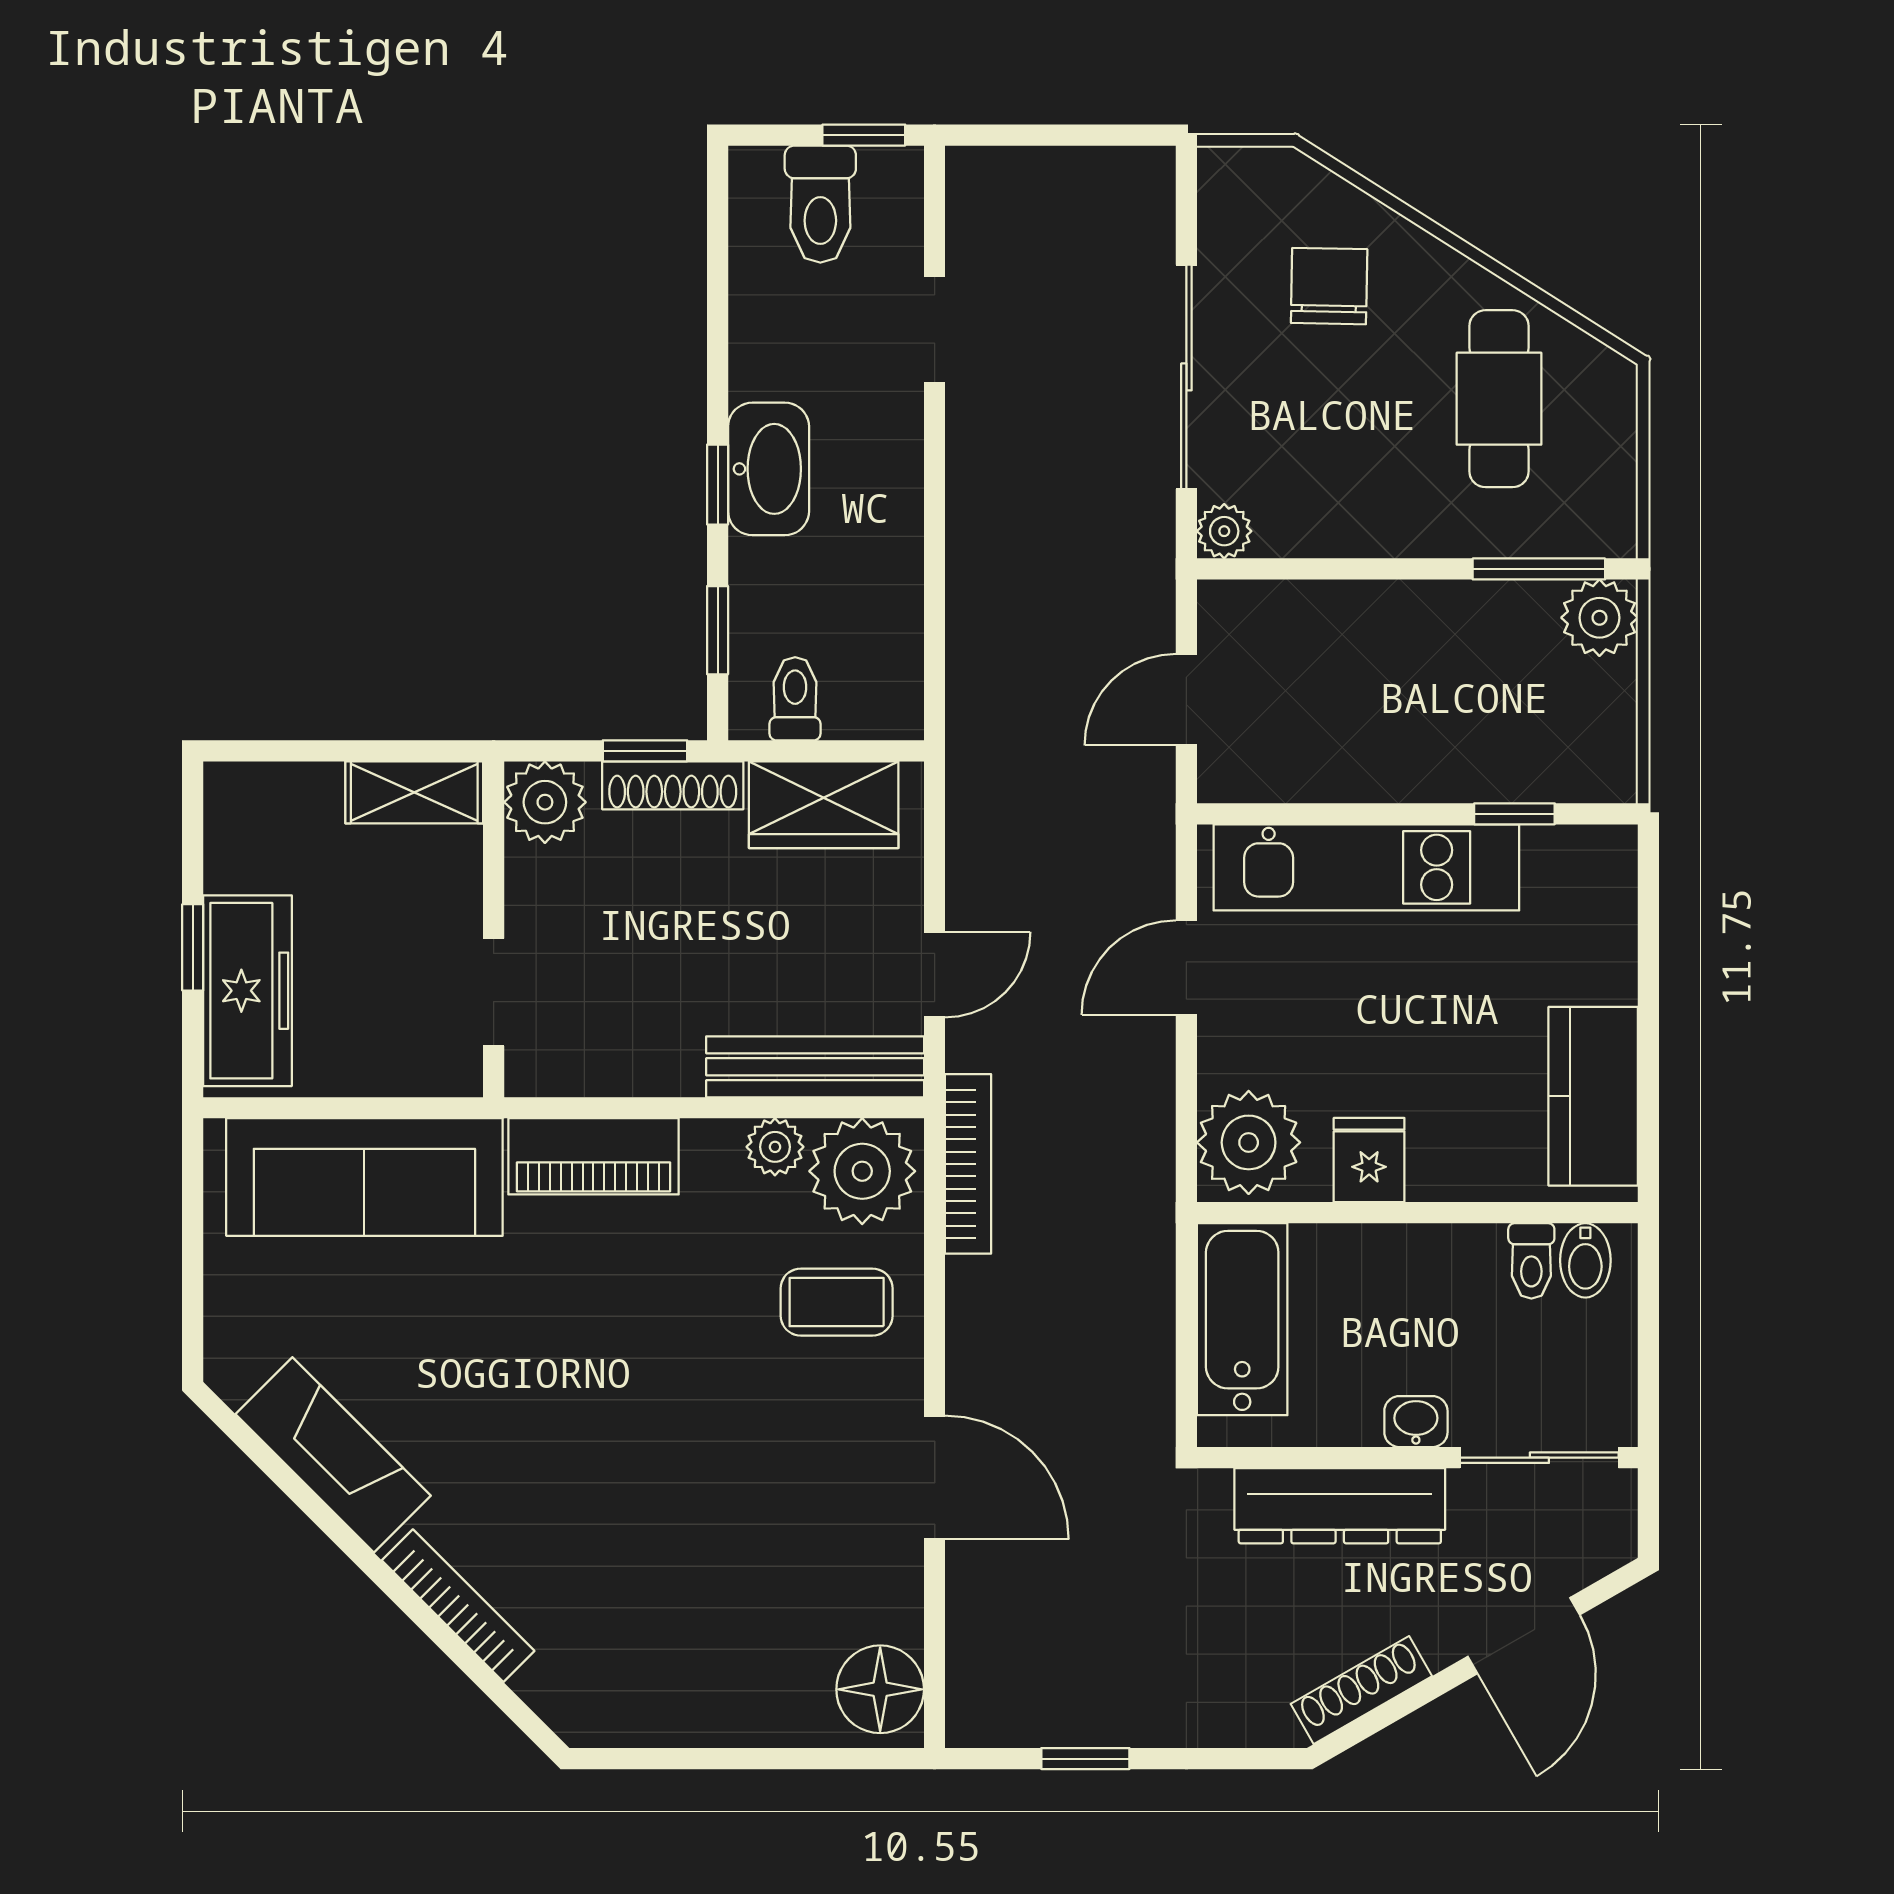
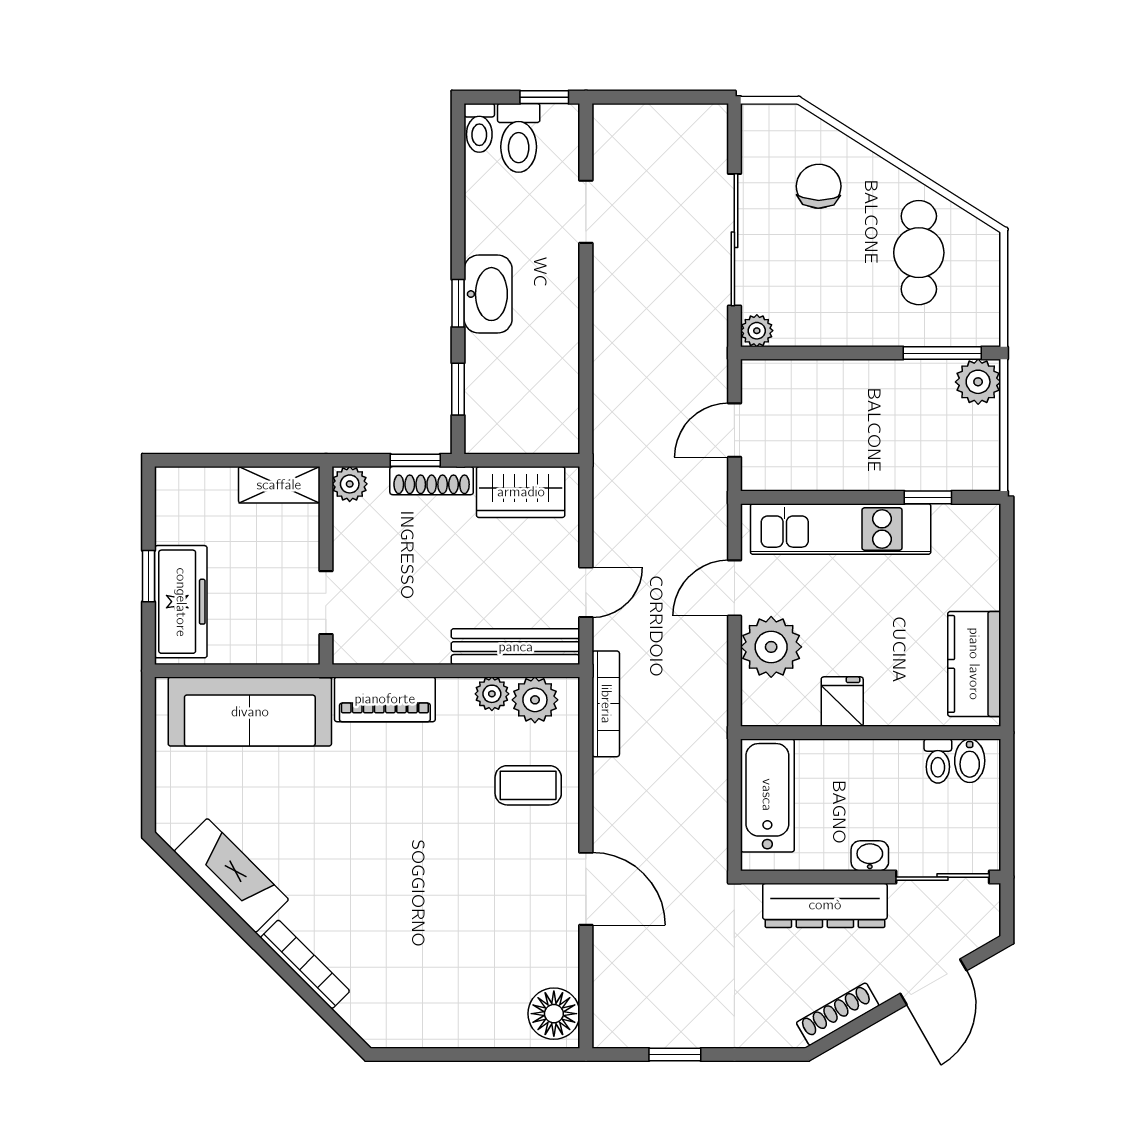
toilet: (795, 699) -> (479, 128), moved, turned 180
plant: (545, 802) -> (350, 484), width x0.73, depth x0.73
plant: (1249, 1142) -> (771, 647), moved
plant: (862, 1171) -> (535, 700), width x0.73, depth x0.73

